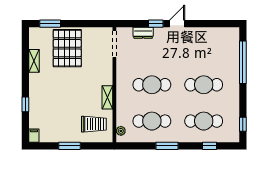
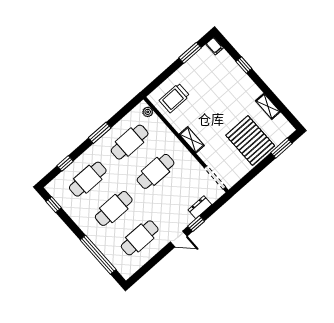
door: (177, 24) -> (179, 239), hinge flipped
cafe table: (204, 48) -> (140, 238), added
shelving: (107, 97) -> (192, 140), moved
window: (70, 146) -> (190, 53), moved

